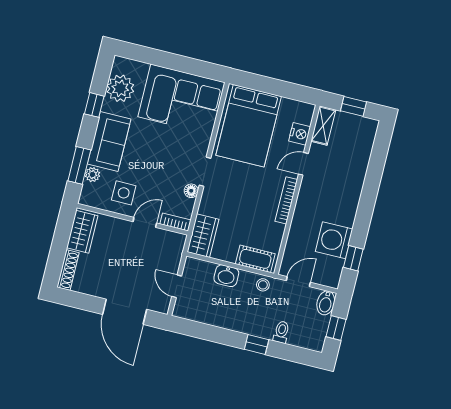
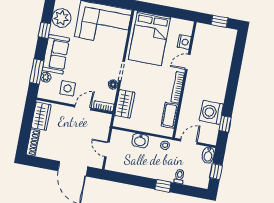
shelving: (323, 126) -> (200, 35), removed
wardrobe: (203, 236) -> (125, 104), moved
cot: (255, 259) -> (170, 115), moved, turned 90

